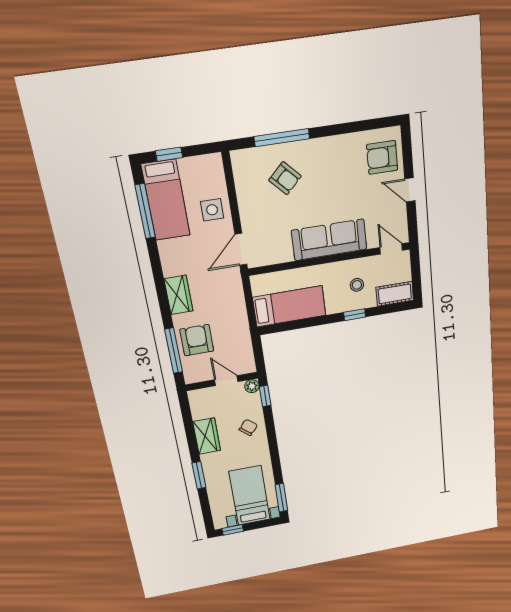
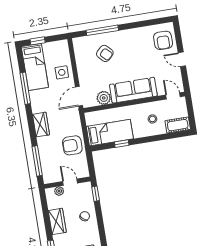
armchair: (382, 157) -> (163, 40), turned -90
window: (145, 211) -> (25, 88), moved
plant: (281, 252) -> (104, 98), added
window: (355, 315) -> (122, 144), moved
armchair: (197, 340) -> (72, 145), moved, turned -90
plant: (252, 386) -> (59, 191), moved

